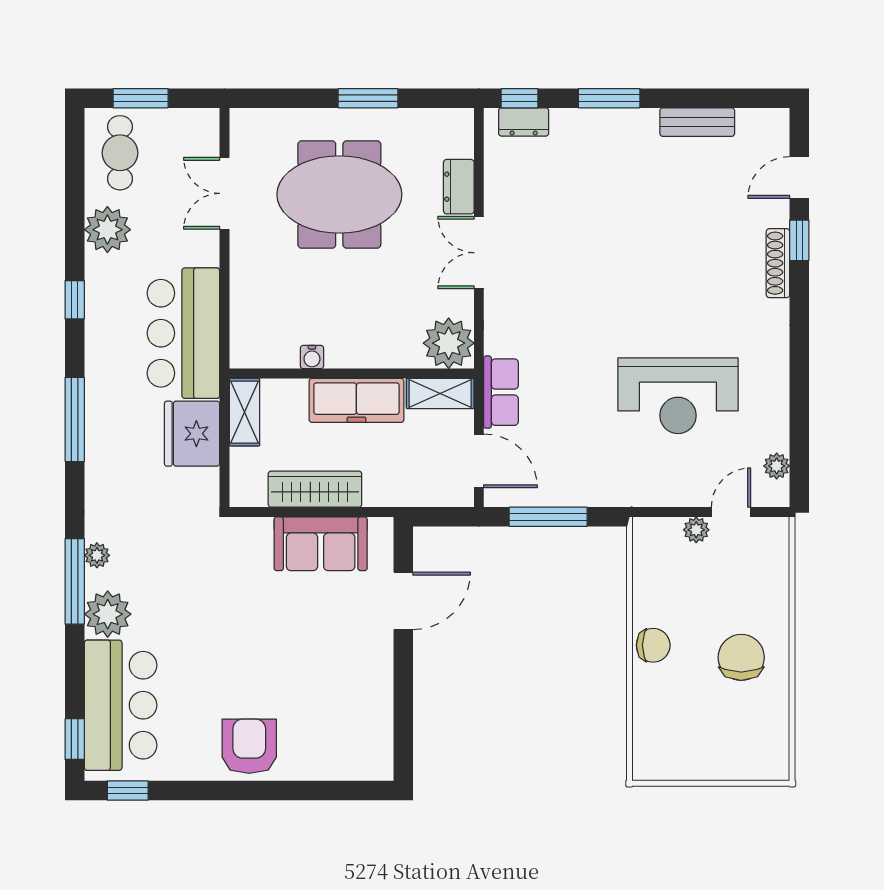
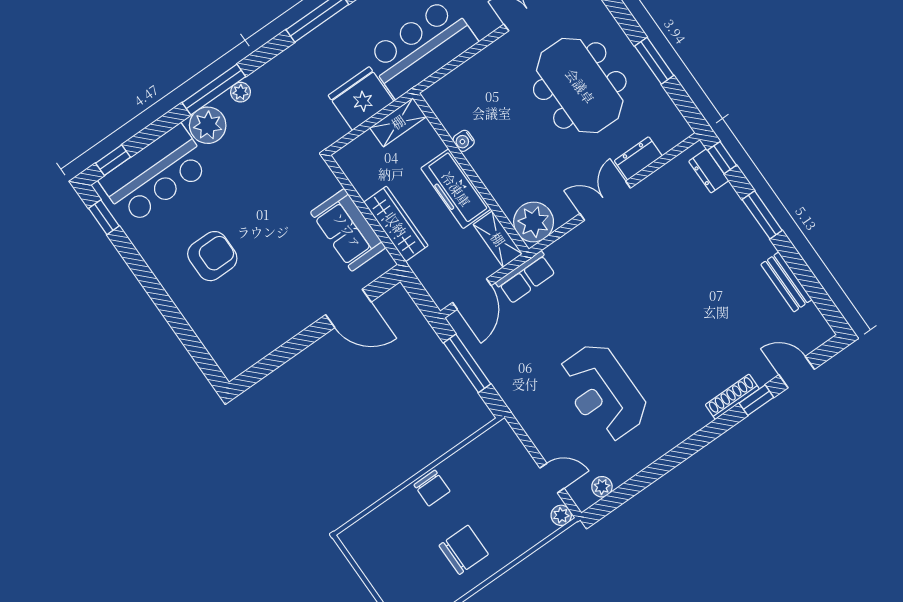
wardrobe: (315, 489) -> (396, 224), moved
plant: (696, 530) -> (561, 515), moved
armchair: (249, 746) -> (212, 256), moved

